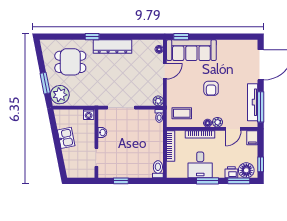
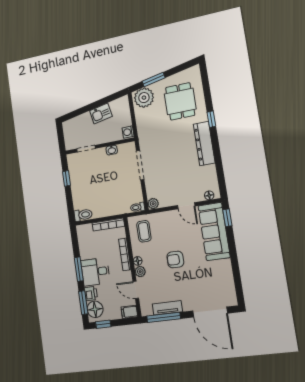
tv unit: (253, 102) -> (167, 308), width x0.71
desk: (200, 165) -> (95, 272), moved

